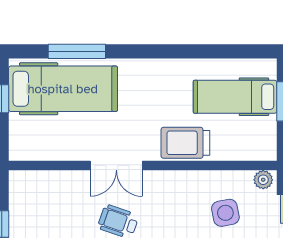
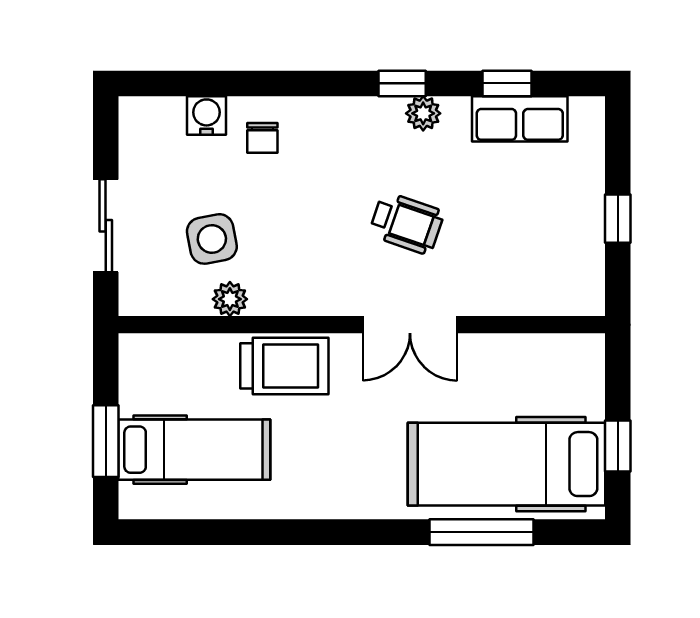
double door: (116, 166) -> (410, 325), swing flipped
plant: (263, 180) -> (230, 299), moved

